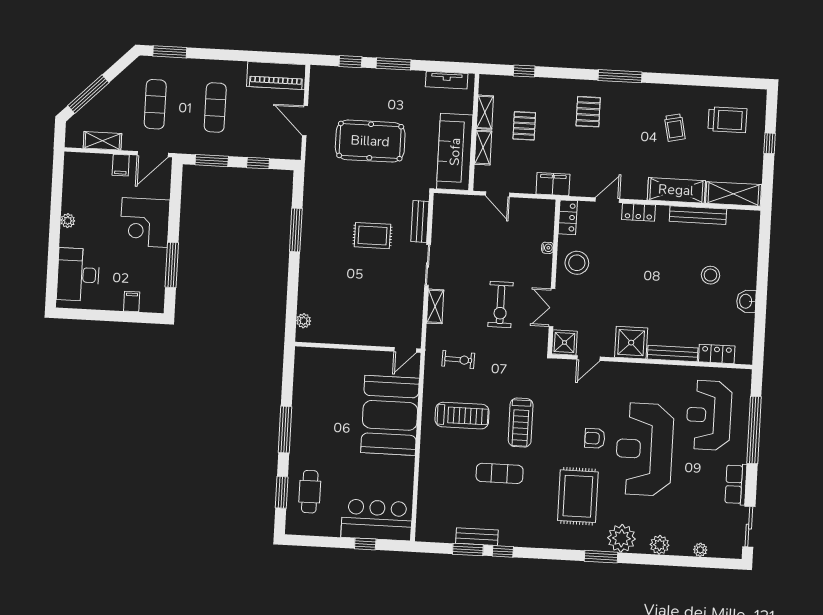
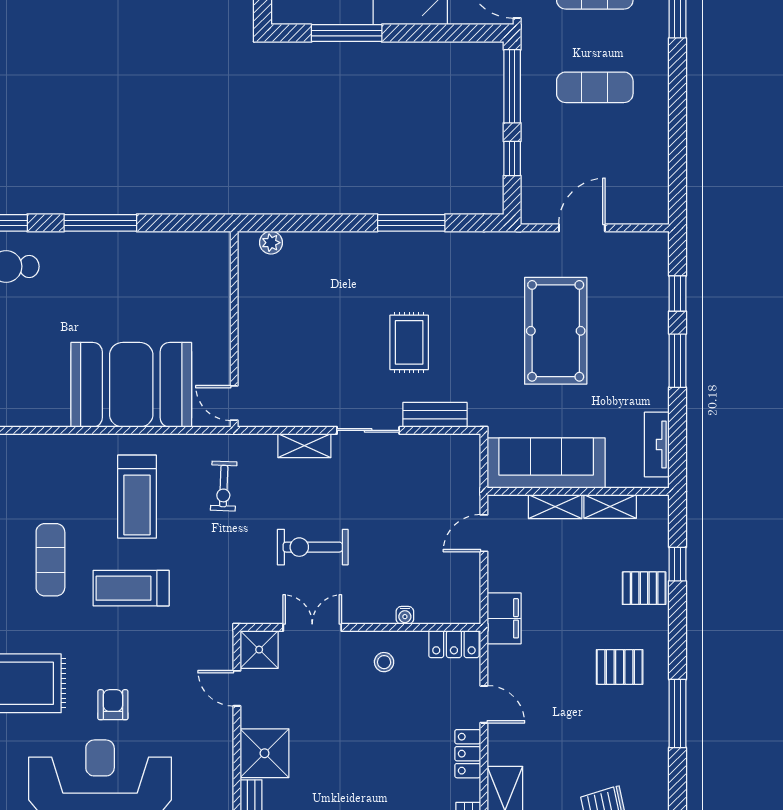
piano: (276, 76) -> (650, 179), removed
pallet: (524, 126) -> (644, 588), moved
window: (212, 161) -> (512, 86), width x1.44
stool: (577, 263) -> (384, 662), width x0.53, depth x0.53

